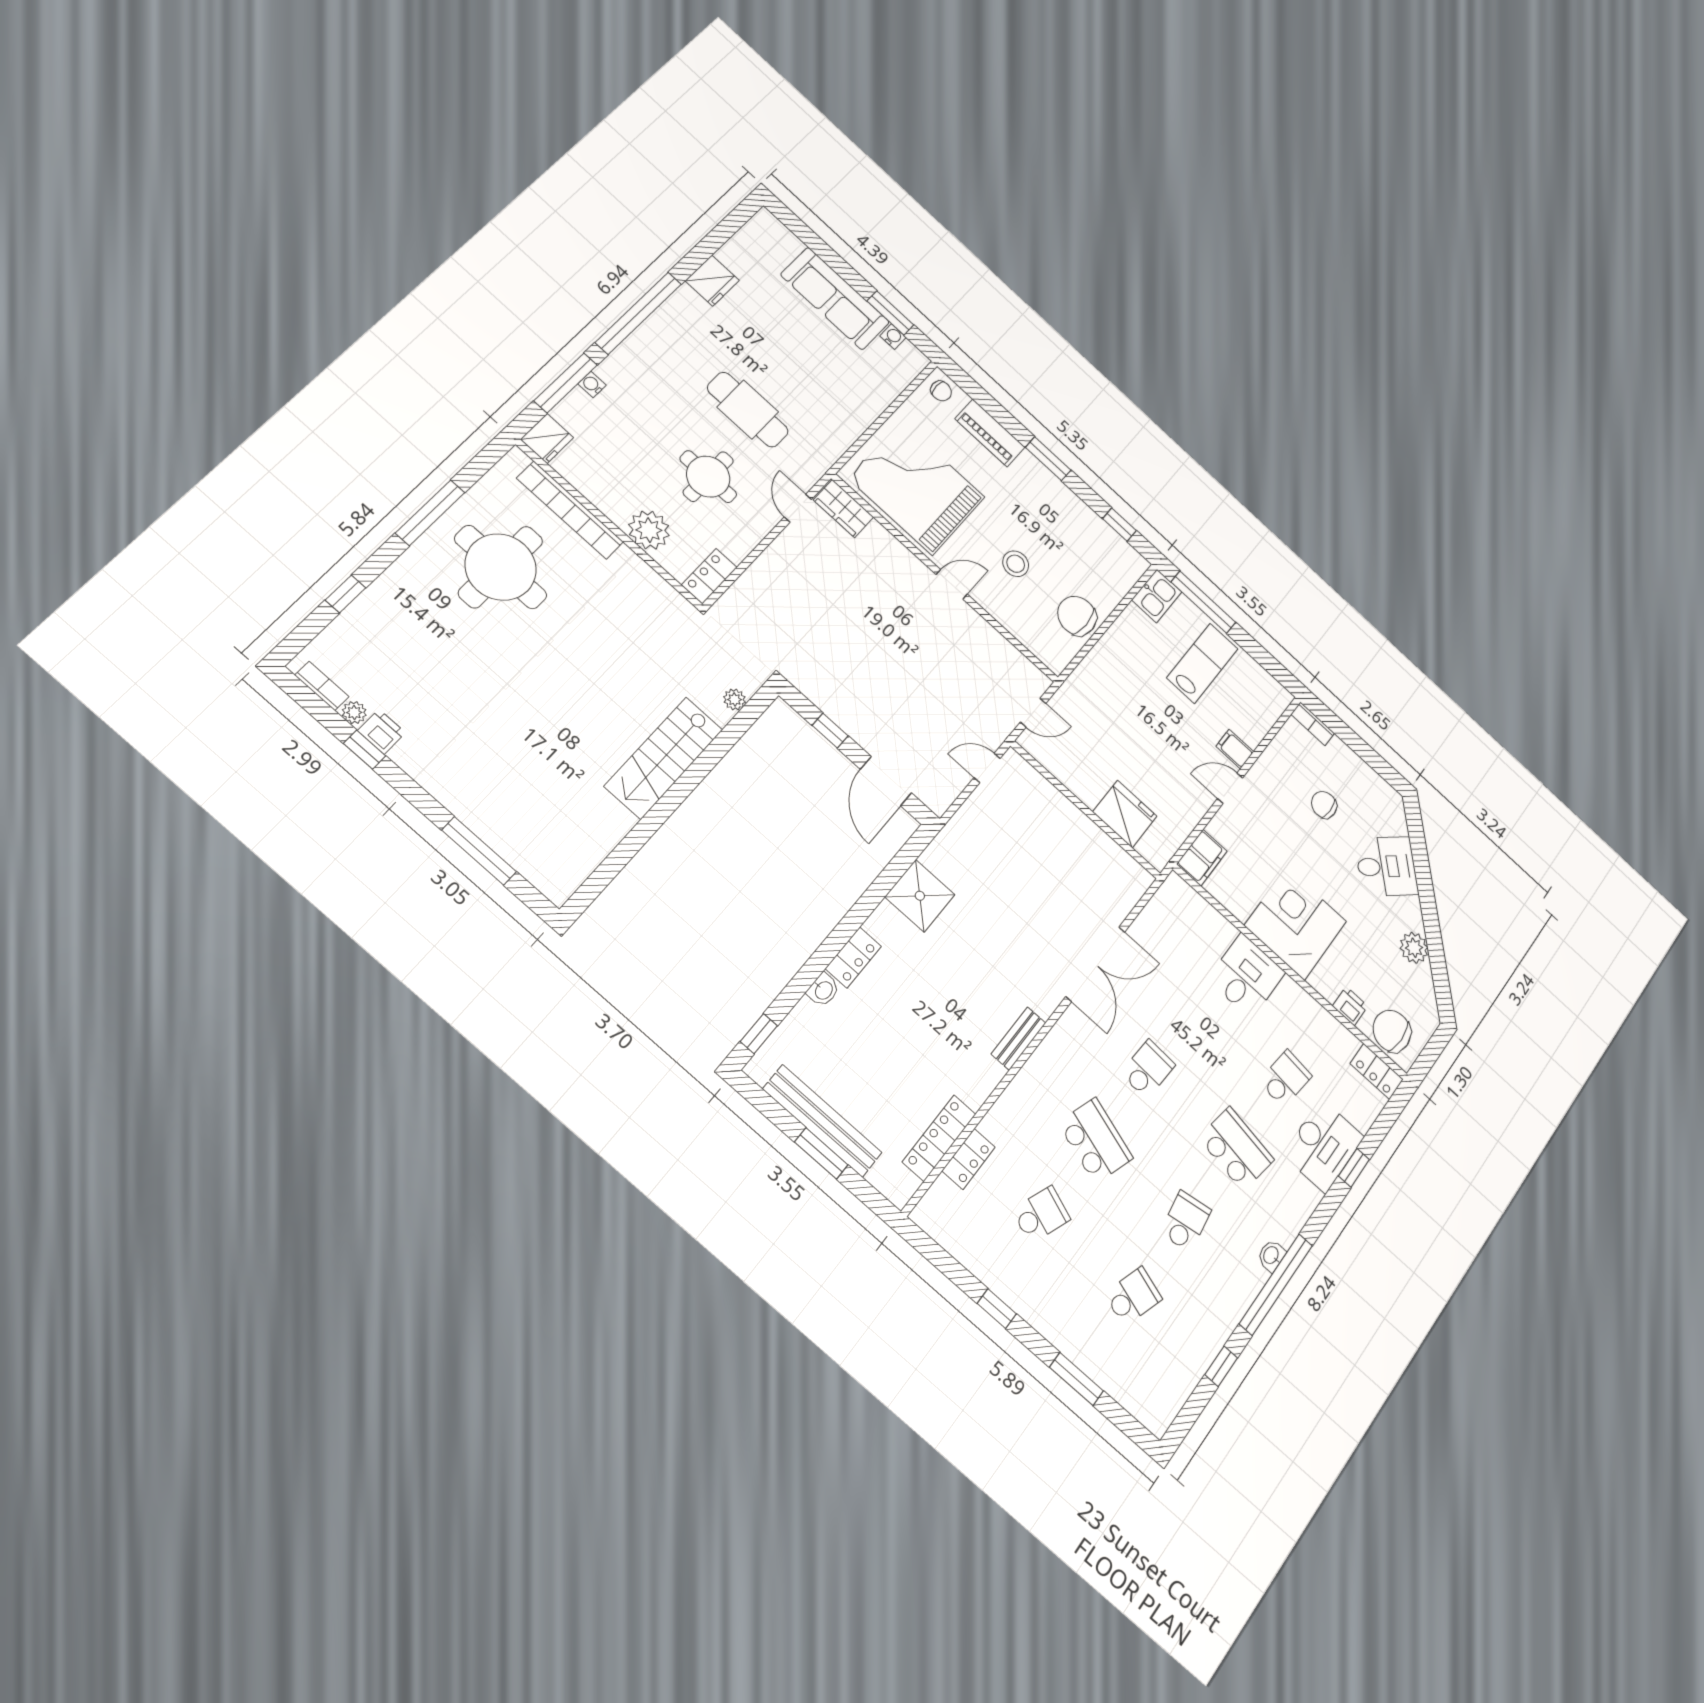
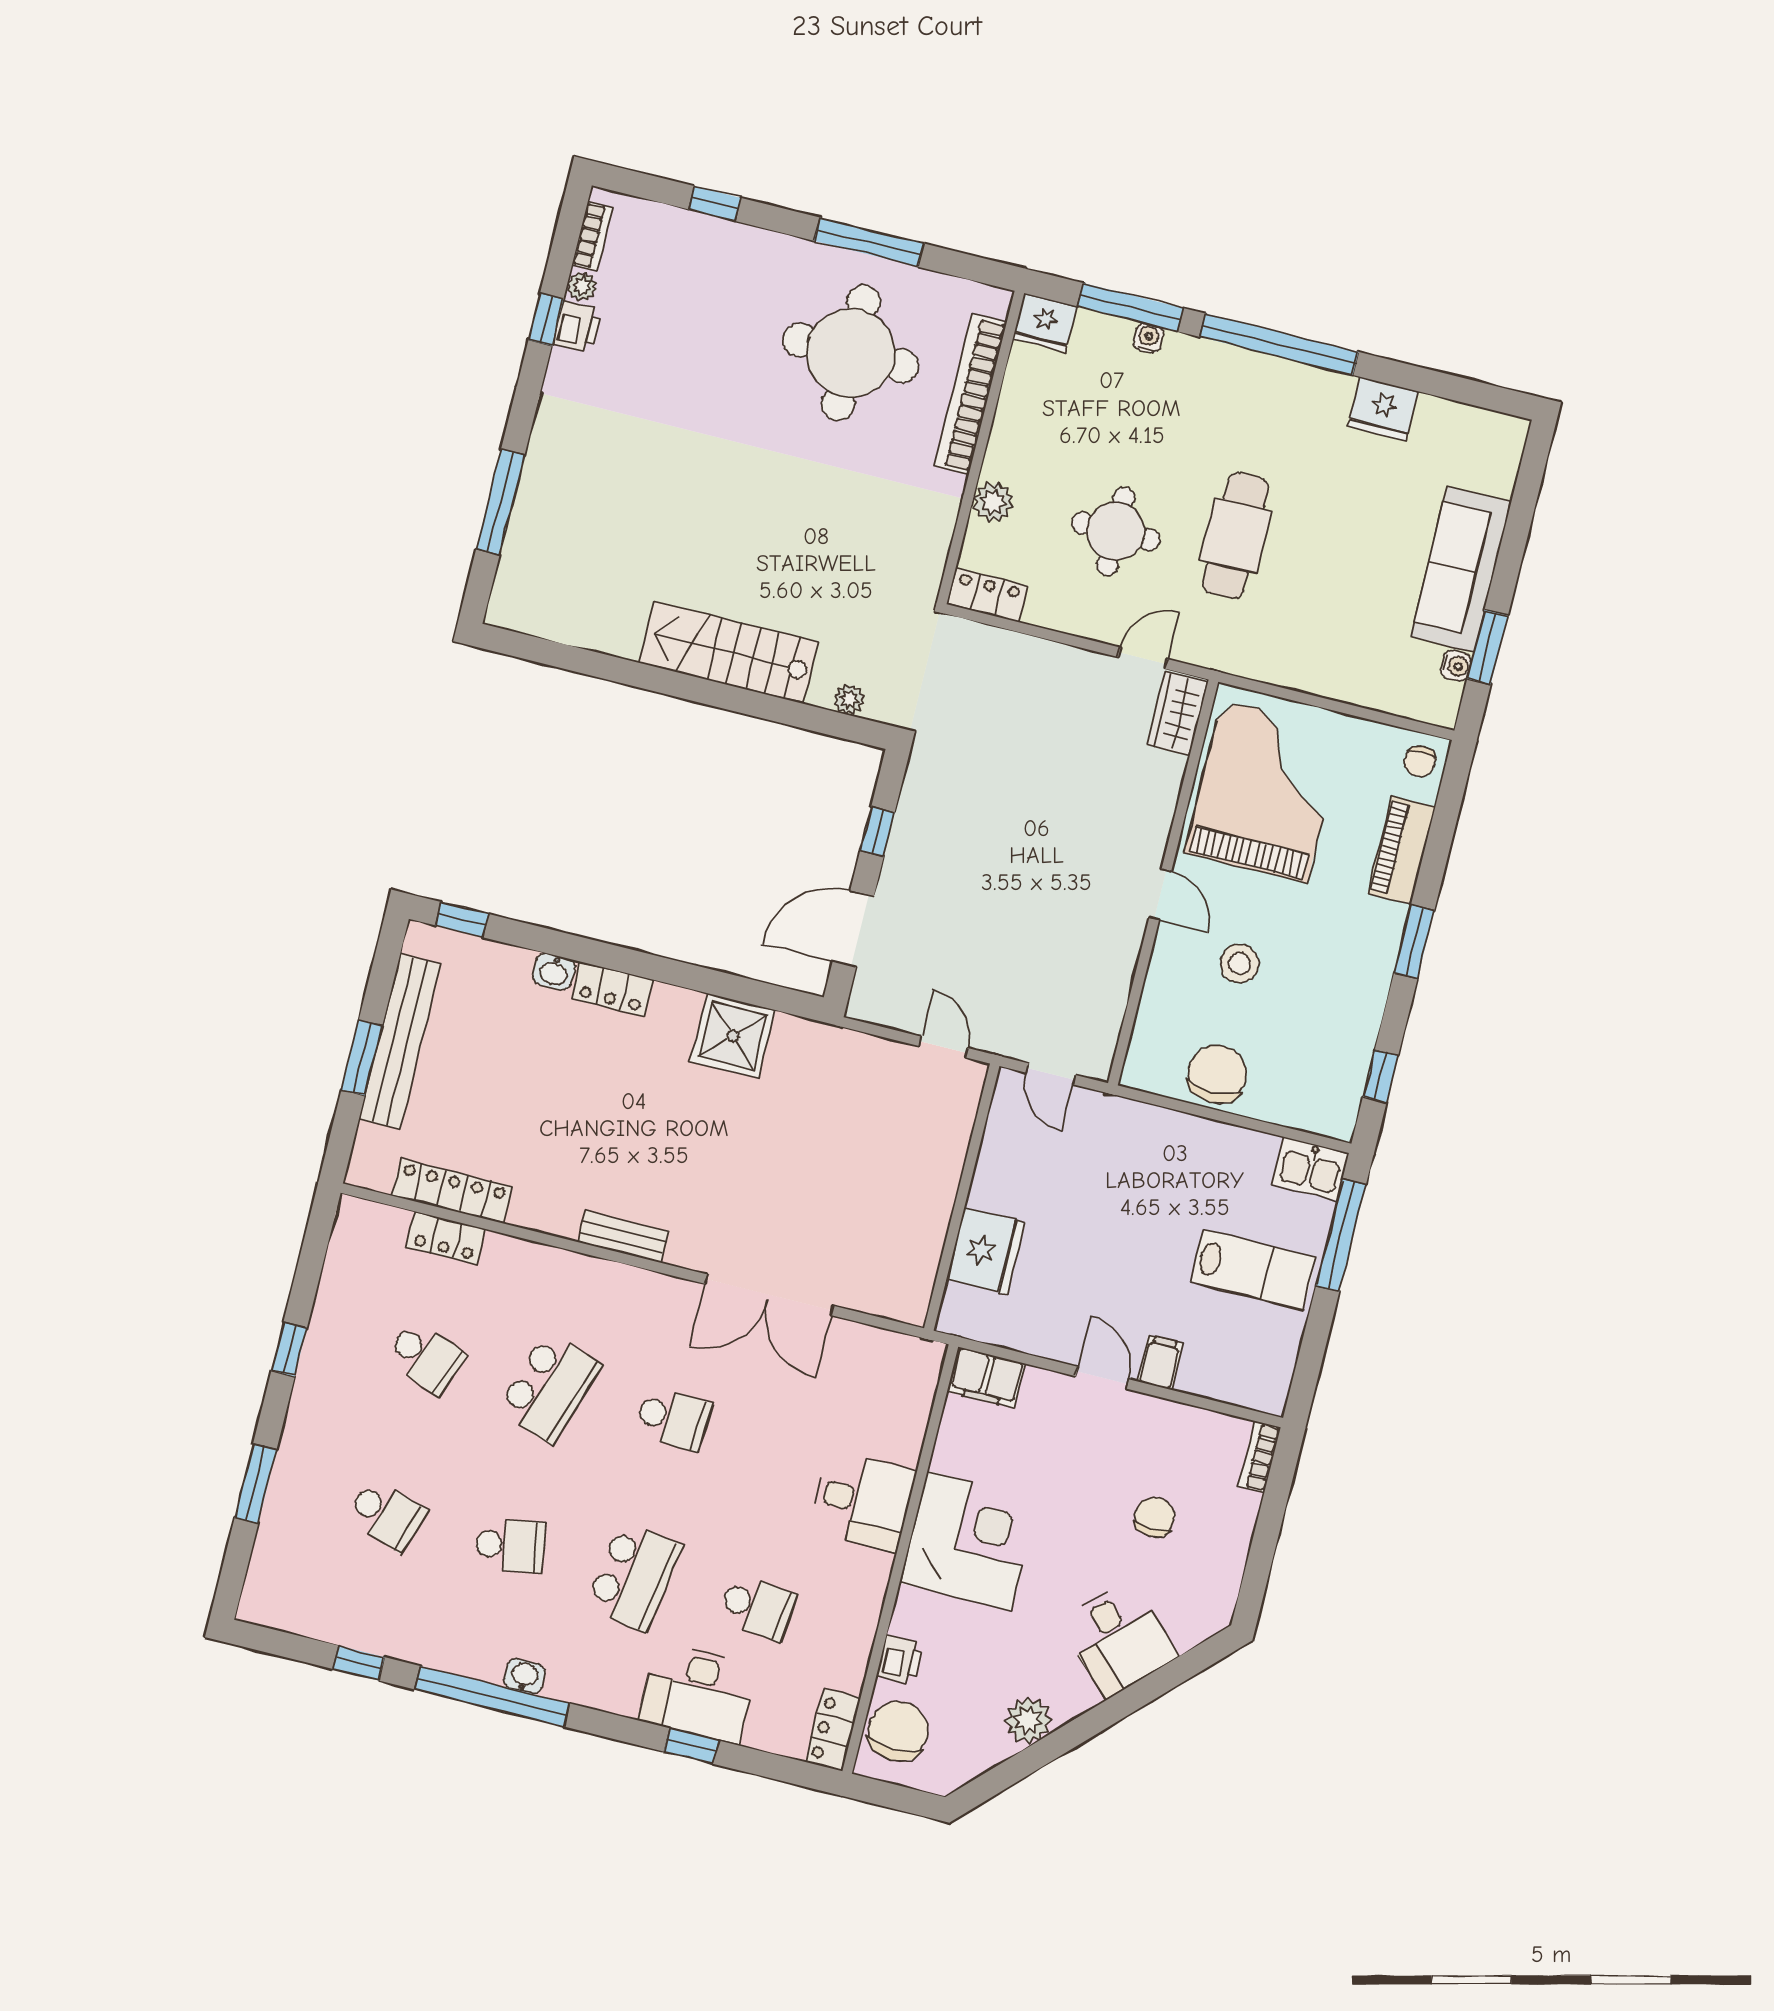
plant: (649, 530) -> (993, 502), width x0.73, depth x0.73

